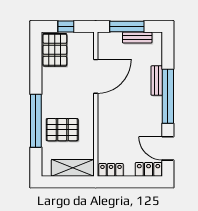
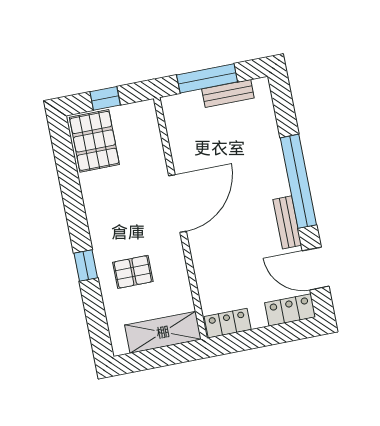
door: (96, 76) -> (178, 203), moved
bench: (157, 81) -> (287, 222), moved
window: (36, 121) -> (86, 266), width x0.32
pallet: (62, 130) -> (133, 272), width x0.67, depth x0.71

